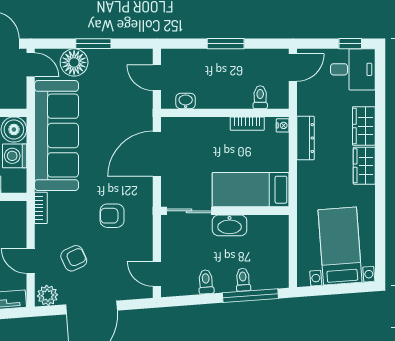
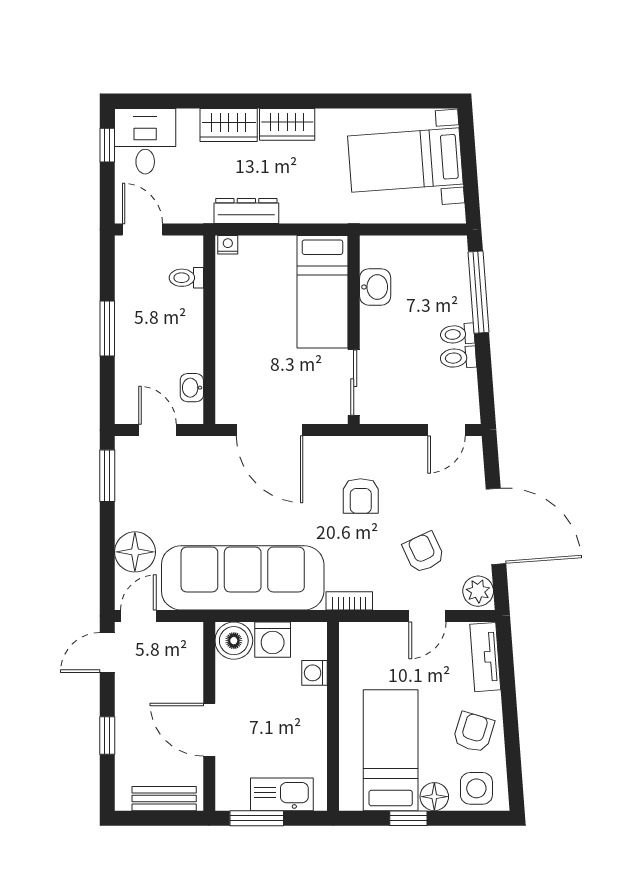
window: (93, 44) -> (107, 476), moved
door: (157, 78) -> (158, 430), swing flipped
bookcase: (247, 124) -> (225, 297), removed
washbasin: (230, 225) -> (375, 287), moved, width x0.72
toilet: (243, 280) -> (457, 334), moved

